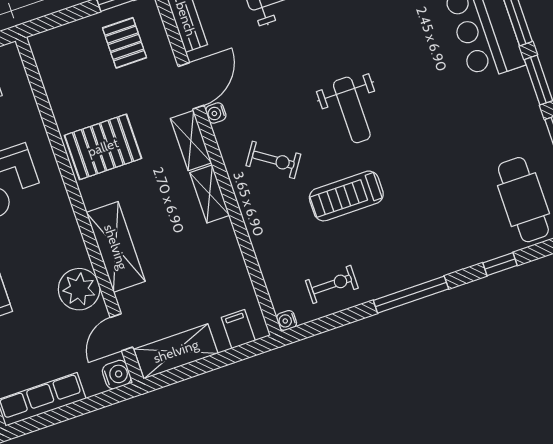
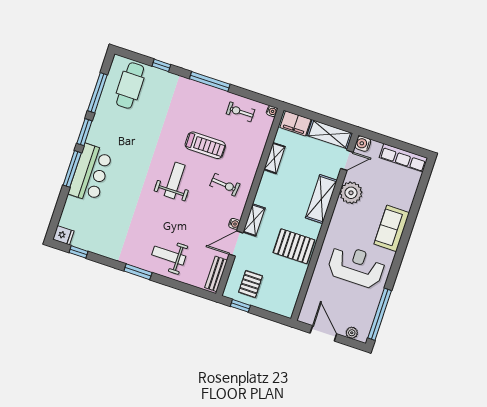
exercise bike: (273, 160) -> (225, 185), turned 151
shelving: (210, 194) -> (274, 158), moved
filing cabinet: (238, 329) -> (295, 123), width x2.00

